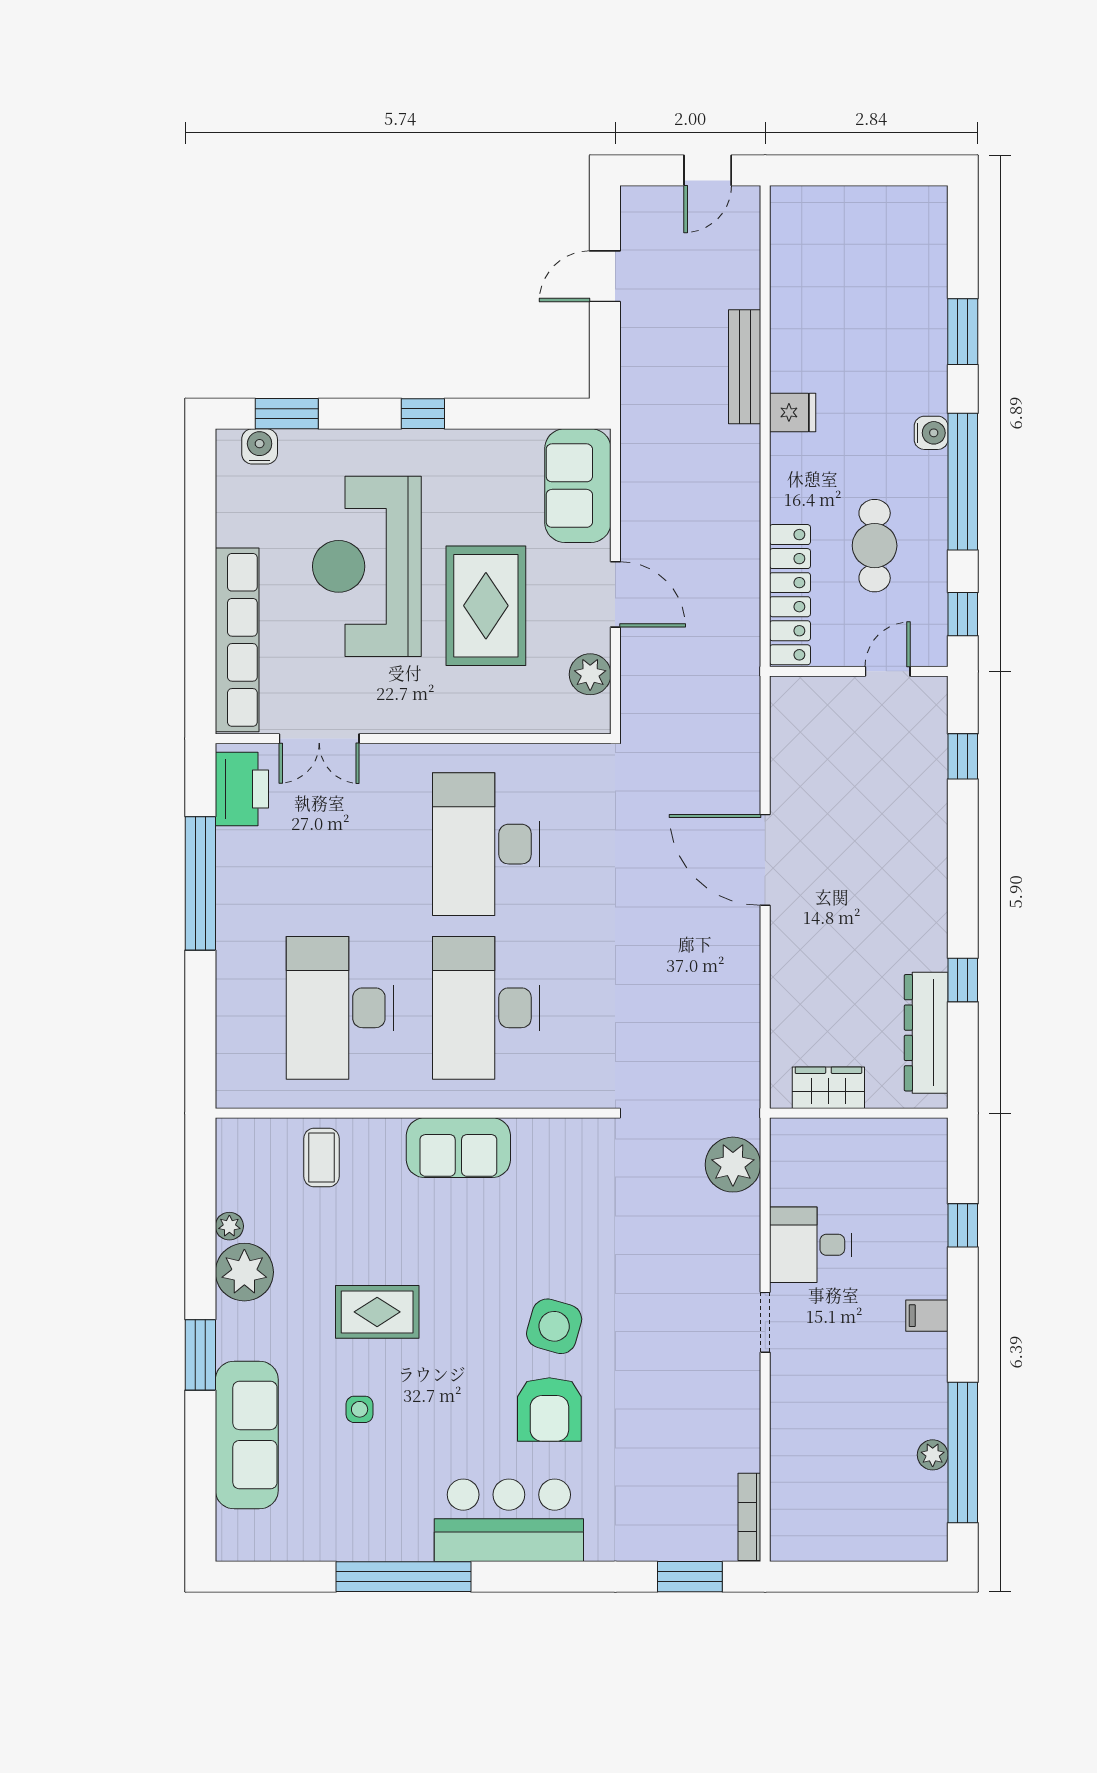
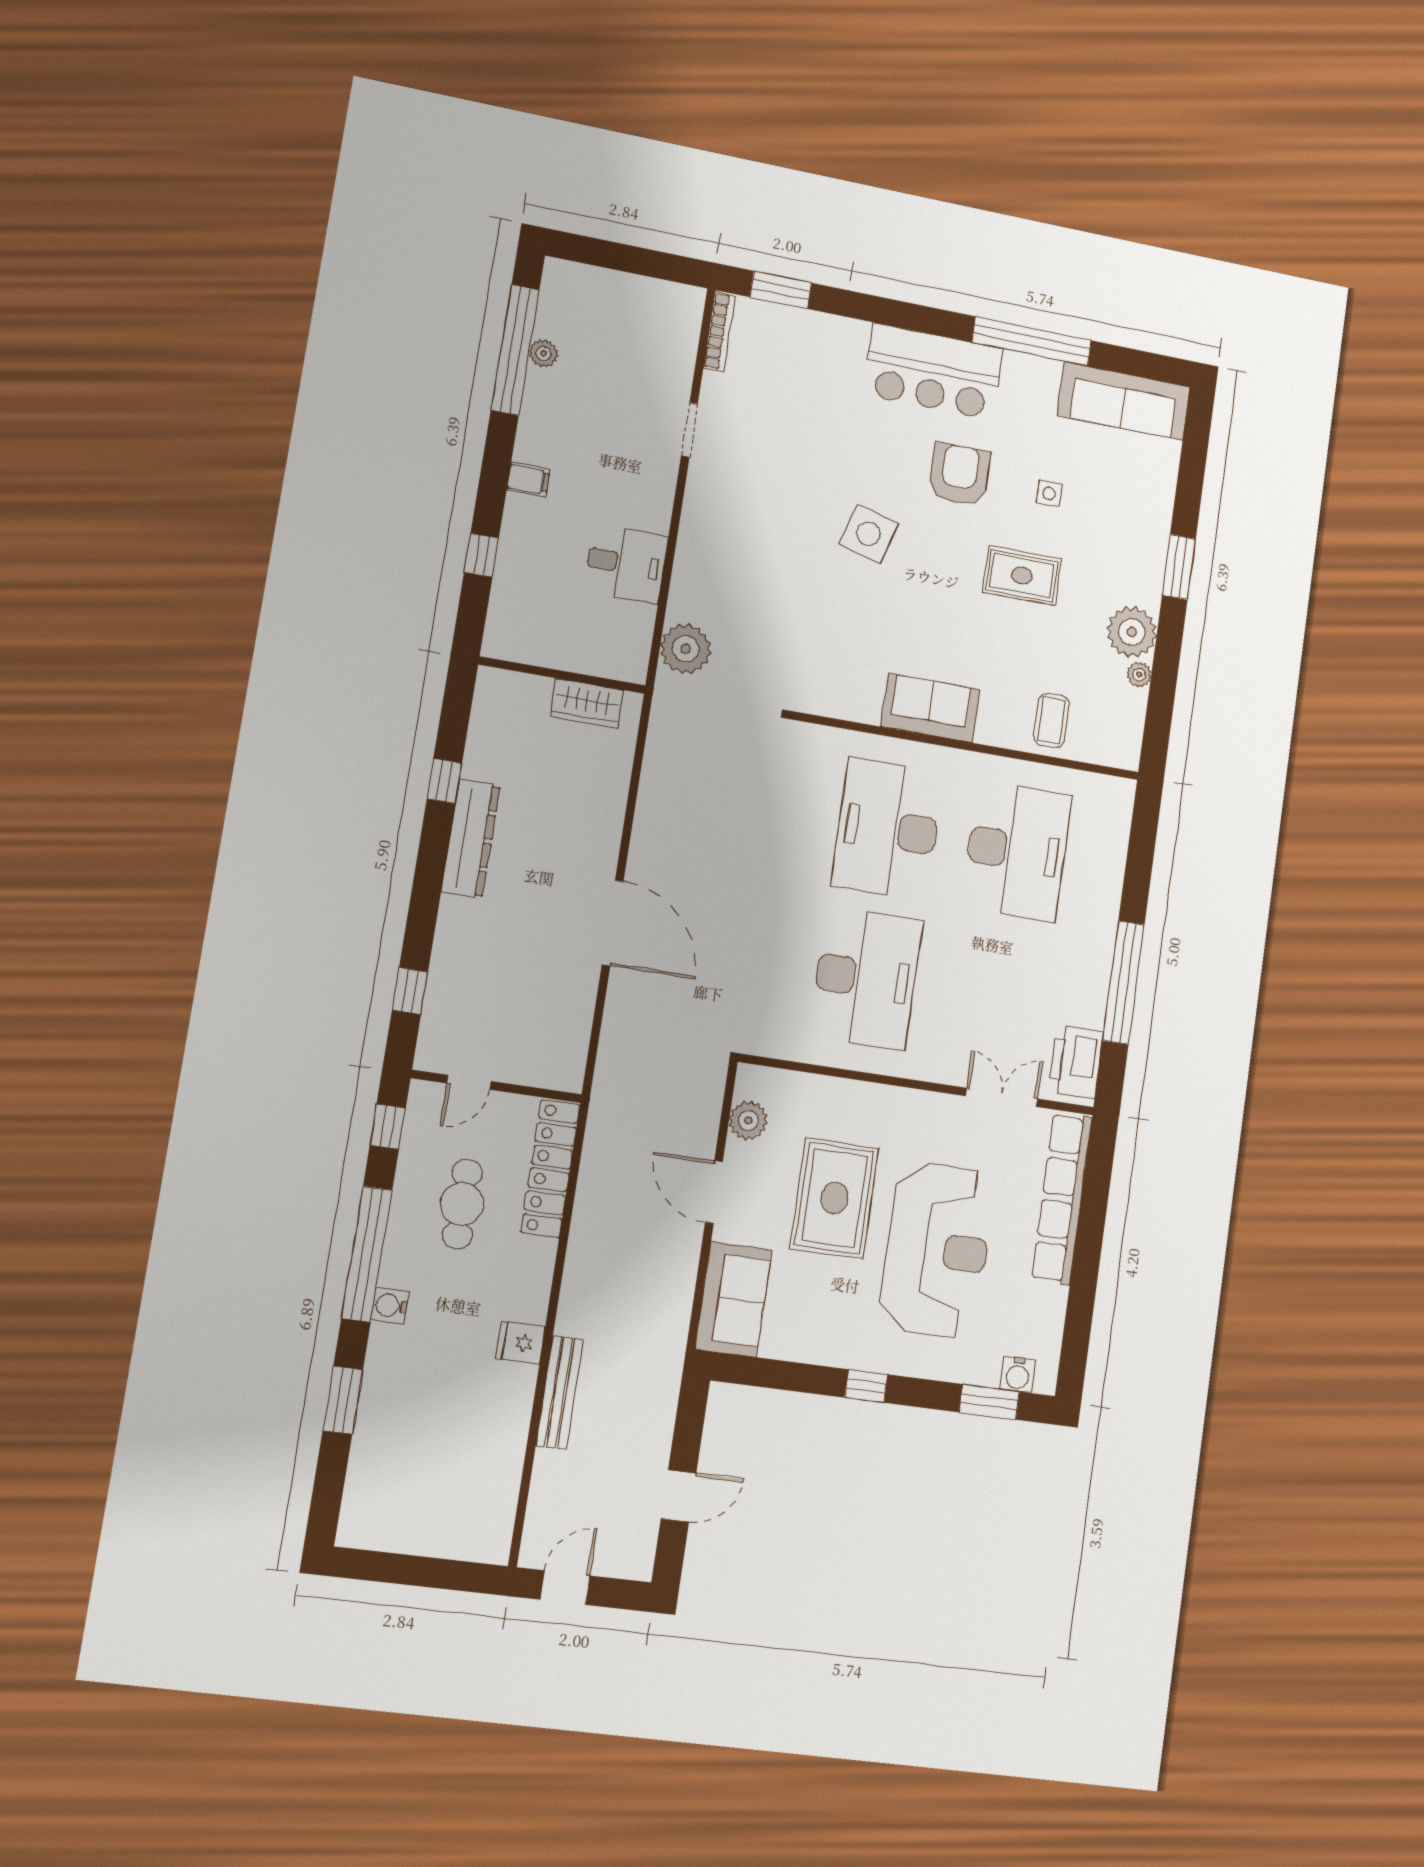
desk: (486, 1008) -> (887, 829), turned 180
dresser: (926, 1033) -> (471, 838), moved
doorway: (765, 1322) -> (689, 430), moved
armchair: (549, 1409) -> (960, 474), moved
sofa: (247, 1435) -> (1124, 401), moved, turned -90

